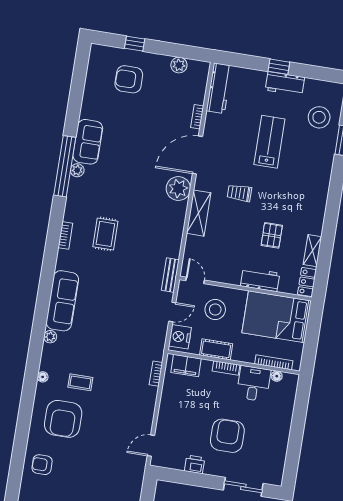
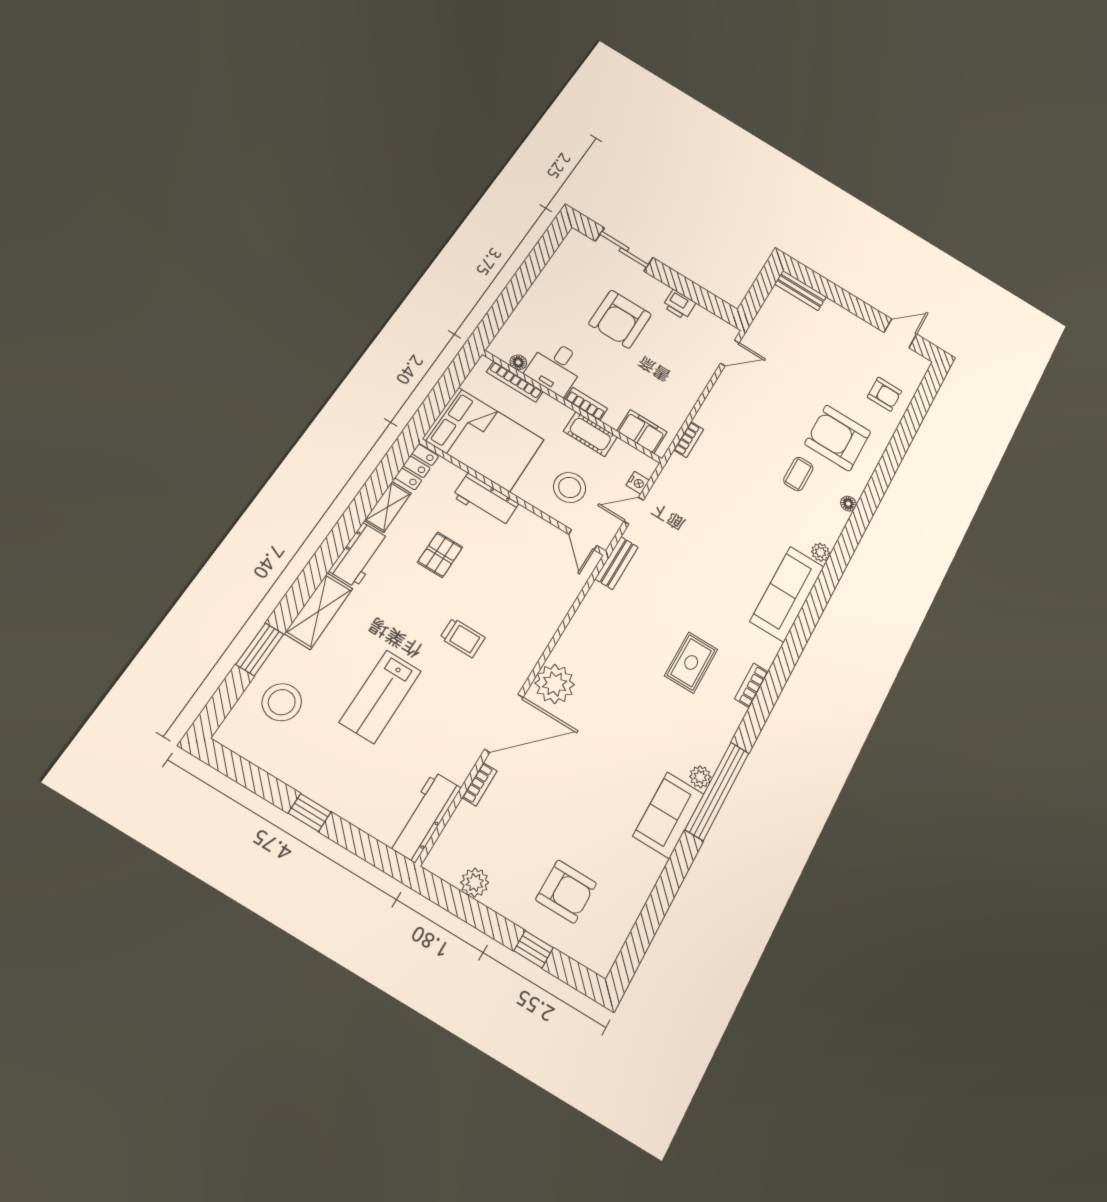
workbench: (285, 84) -> (359, 555), moved, turned 90
shelving: (199, 213) -> (319, 611), moved
nightstand: (180, 337) -> (638, 483), width x0.53, depth x0.56
coffee table: (80, 382) -> (798, 474), turned 90
armchair: (63, 419) -> (838, 438), turned -90

